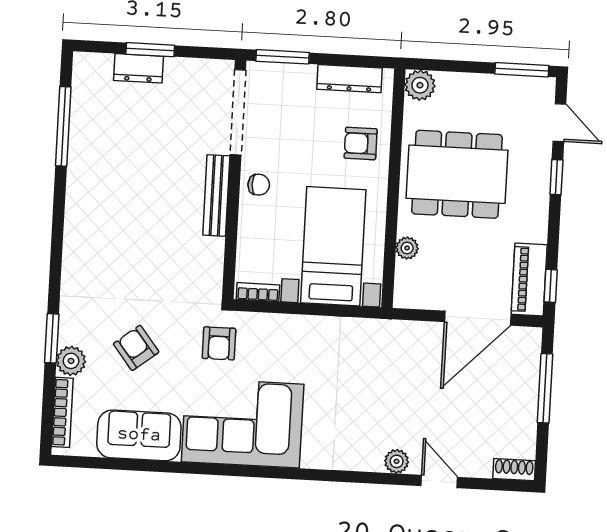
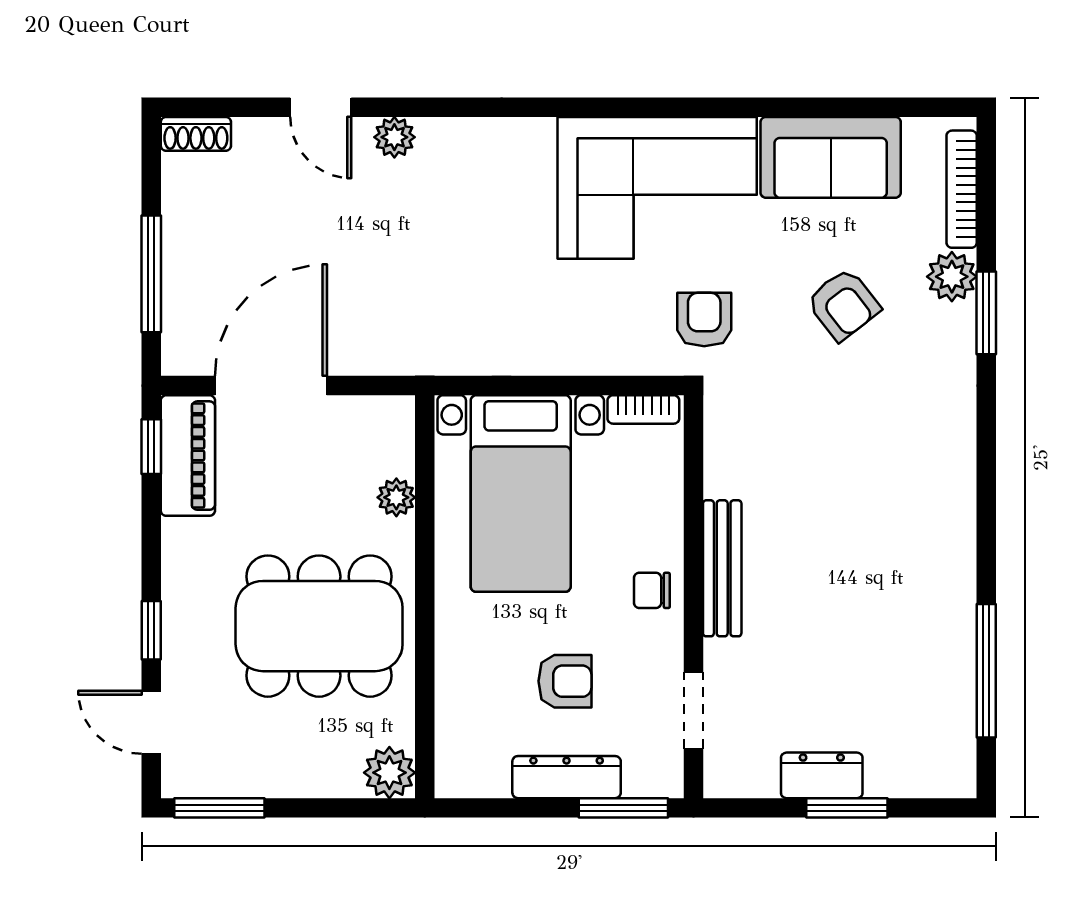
dresser: (138, 68) -> (822, 775), moved
dresser: (350, 79) -> (567, 777), moved
doorway: (238, 112) -> (693, 710), width x0.53
armchair: (361, 143) -> (565, 681), moved

